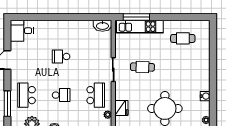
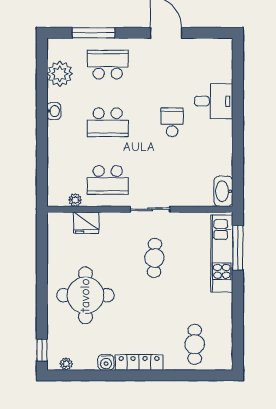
desk: (22, 31) -> (214, 101), moved, turned 90
cafe table: (183, 38) -> (195, 344), moved
locker: (205, 76) -> (139, 362), added
school desk: (61, 95) -> (108, 122), width x1.85

